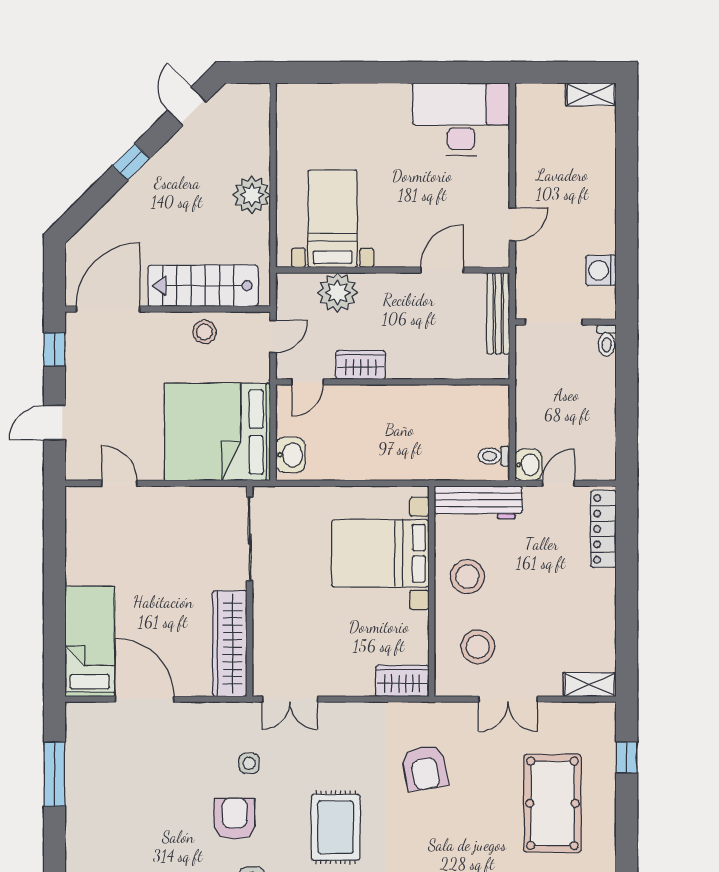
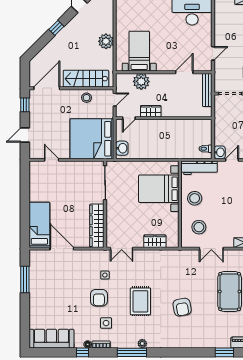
wardrobe: (402, 681) -> (155, 241), moved
armchair: (425, 768) -> (182, 307), moved
armchair: (235, 819) -> (99, 298), turned 180

